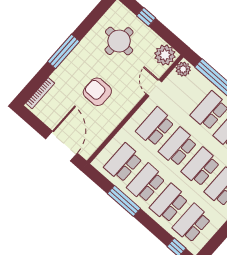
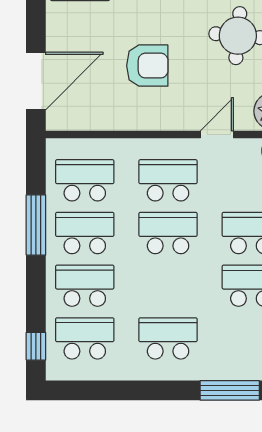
armchair: (97, 92) -> (147, 66), turned 90
school desk: (201, 167) -> (168, 286), removed

